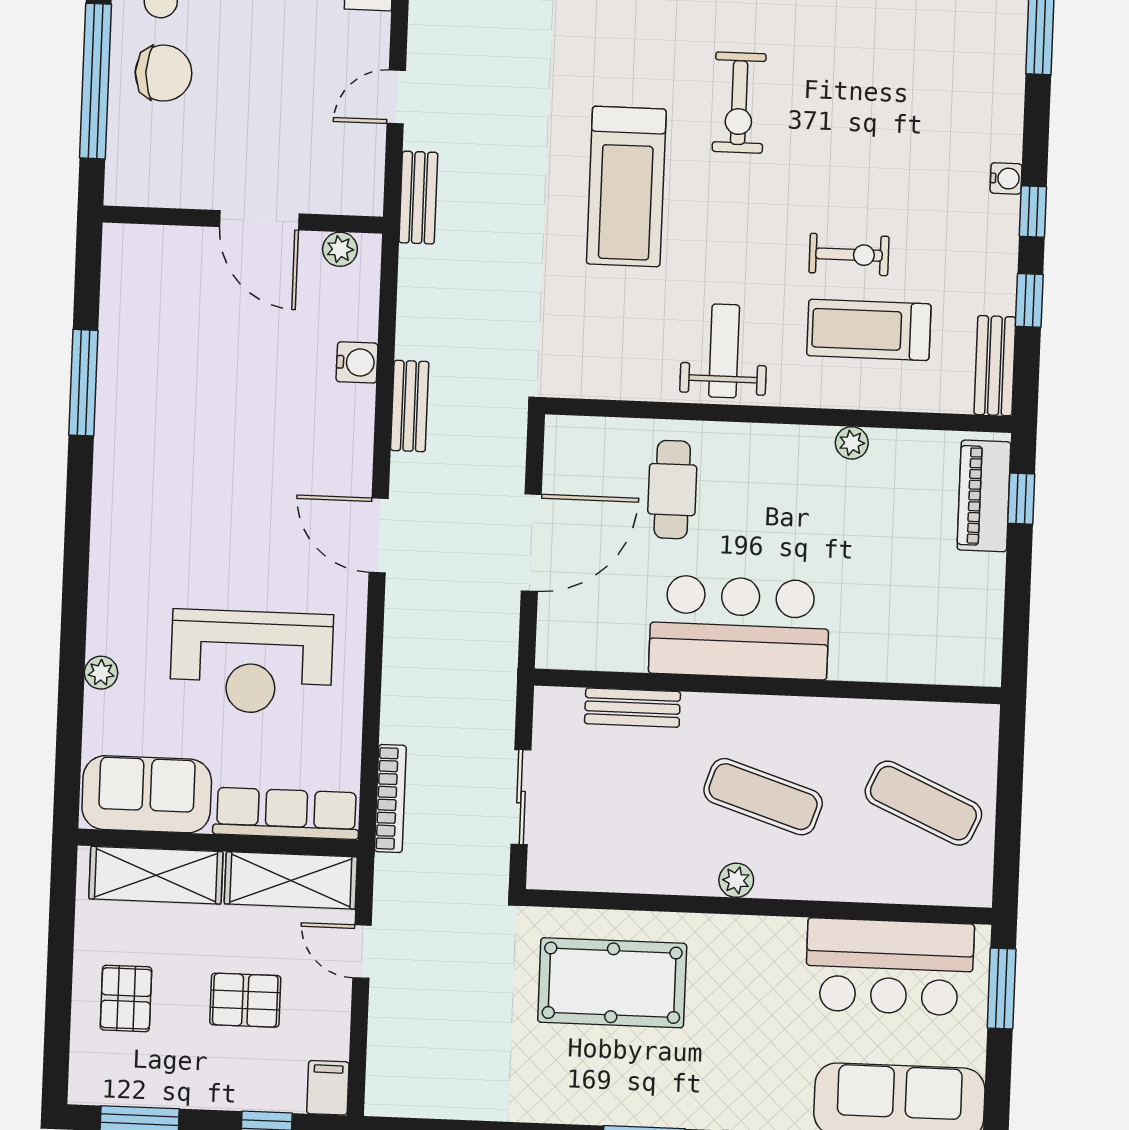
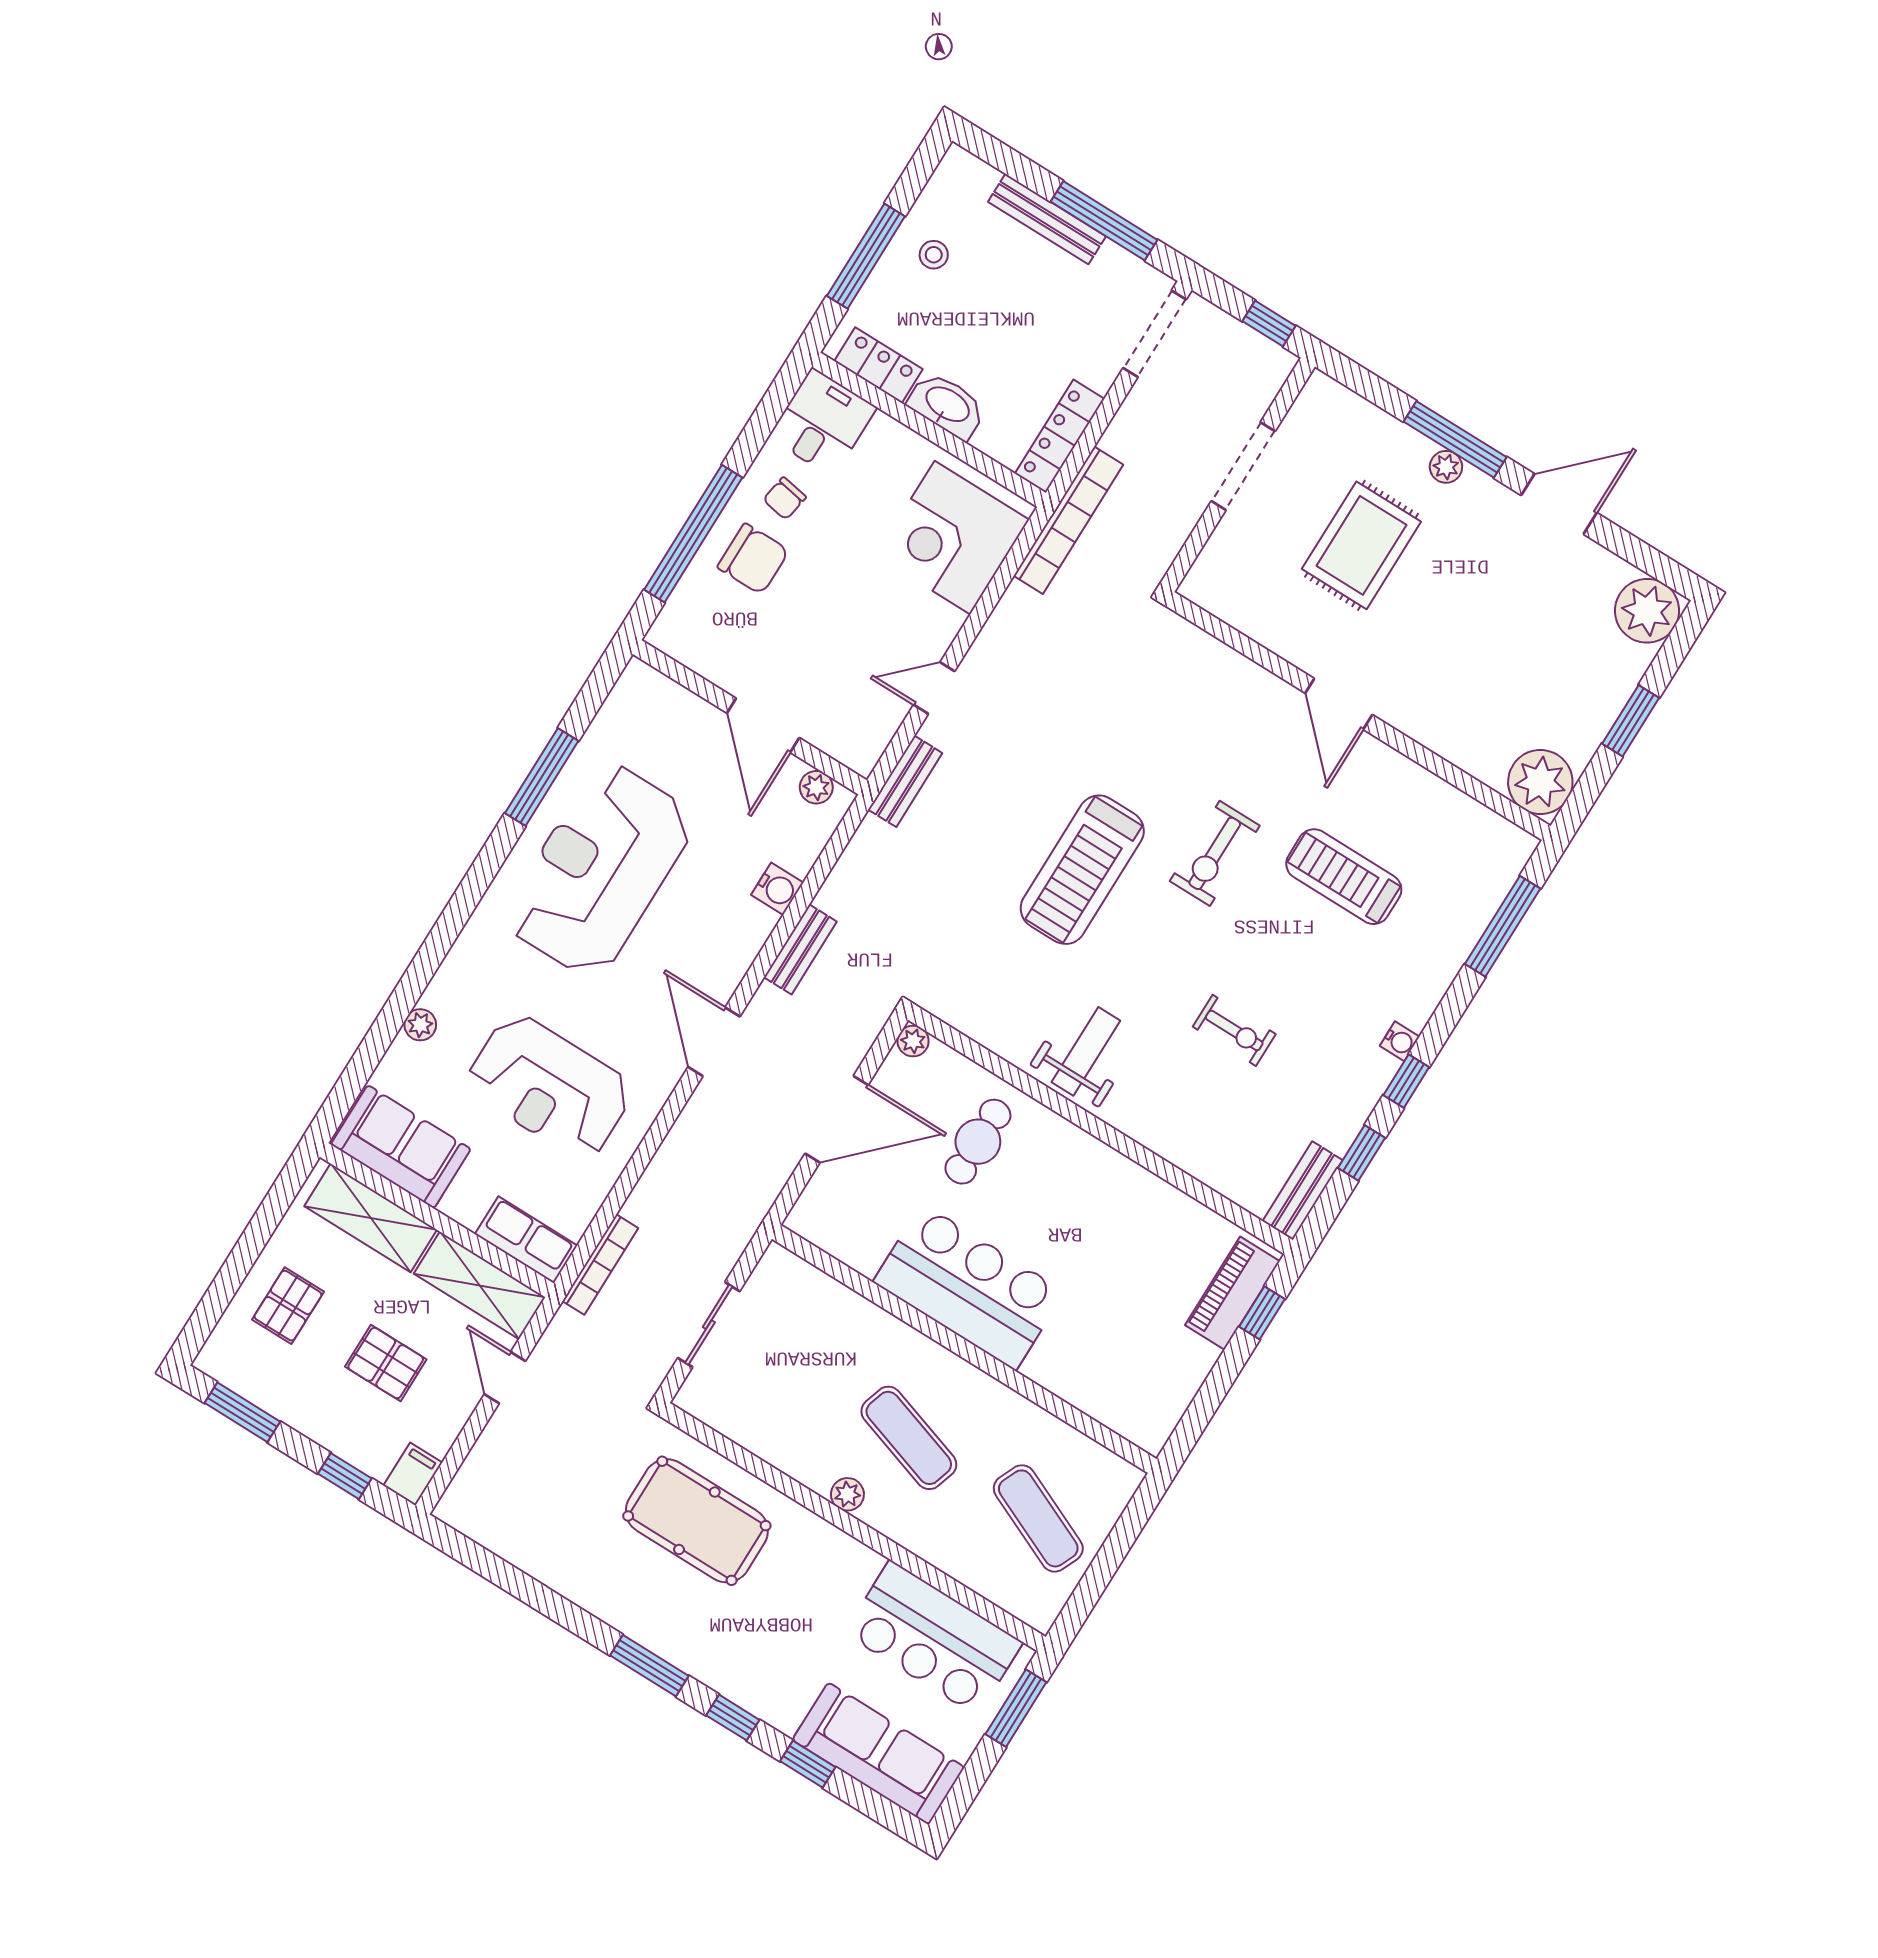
treadmill: (869, 330) -> (1344, 877), moved
reception desk: (185, 438) -> (600, 870), added
plant: (852, 443) -> (913, 1041), moved
bench: (632, 708) -> (843, 1303), removed
row of seats: (286, 813) -> (526, 1240), width x0.68

